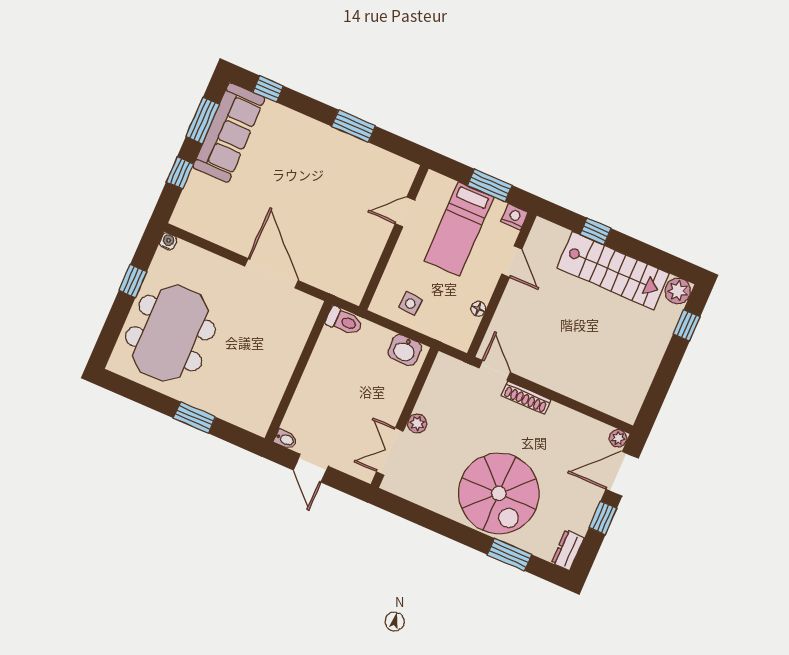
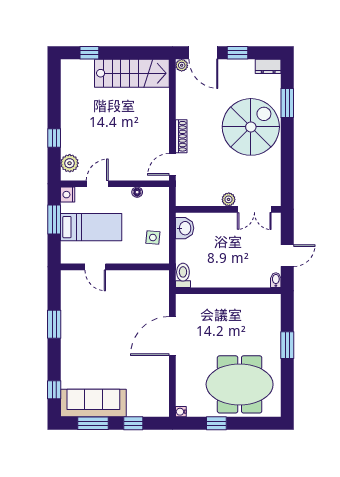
stairs: (613, 271) -> (132, 73), moved, turned 90
plant: (678, 291) -> (70, 163), moved

